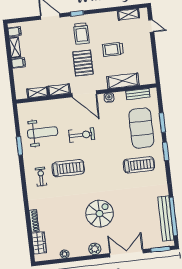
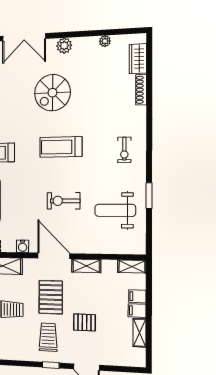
filing cabinet: (15, 32) -> (137, 296), moved
pallet: (55, 49) -> (84, 322), added
shelving: (38, 92) -> (132, 266), moved
treadmill: (68, 168) -> (61, 147), moved

